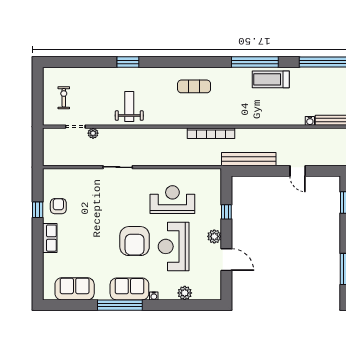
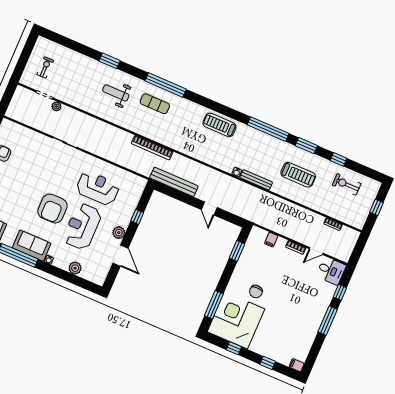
window: (255, 62) -> (166, 85), moved
weight bench: (129, 106) -> (116, 93), moved, turned -90

